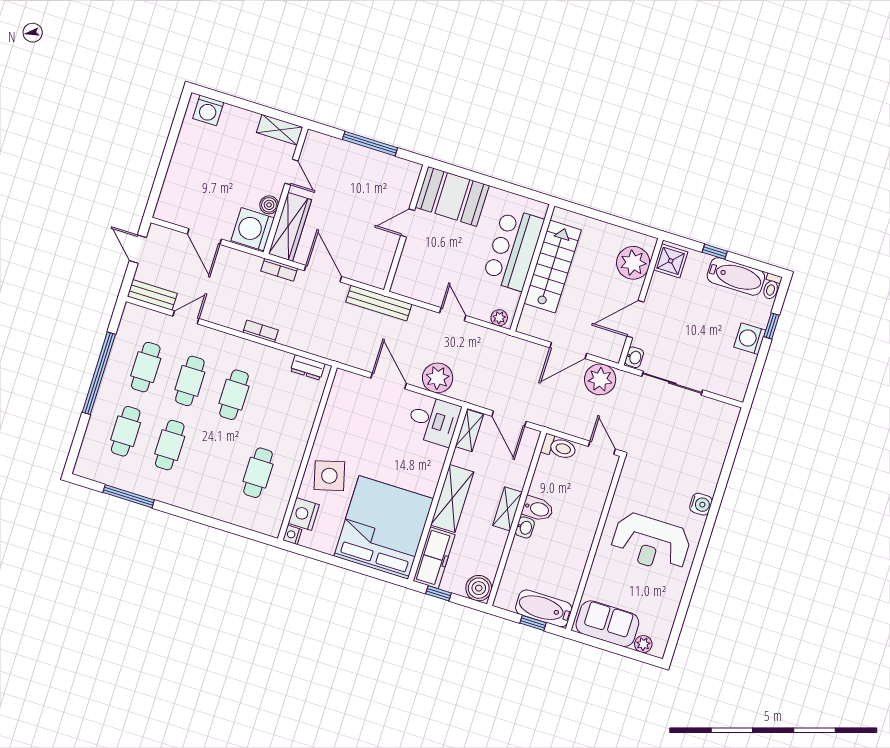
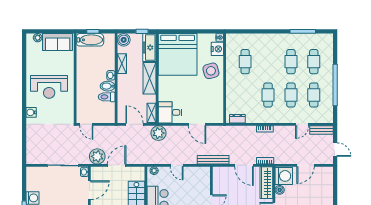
door: (204, 236) -> (305, 165), swing flipped
plant: (438, 378) -> (158, 133), moved
toilet: (559, 447) -> (107, 97), moved
shelving: (507, 509) -> (122, 64), moved
reception desk: (651, 543) -> (49, 87), turned 180

